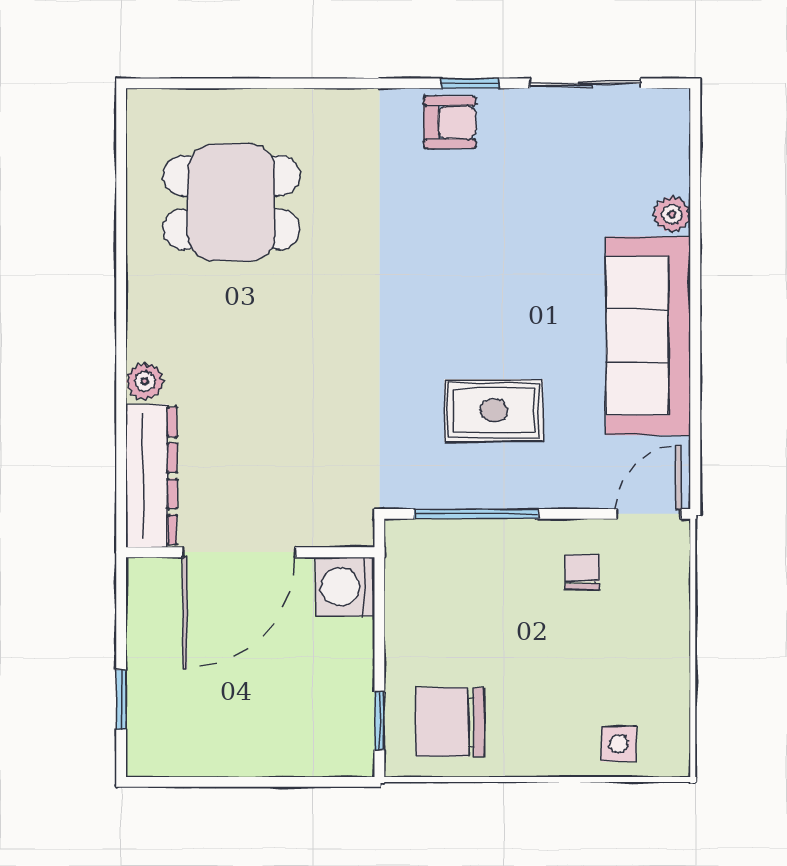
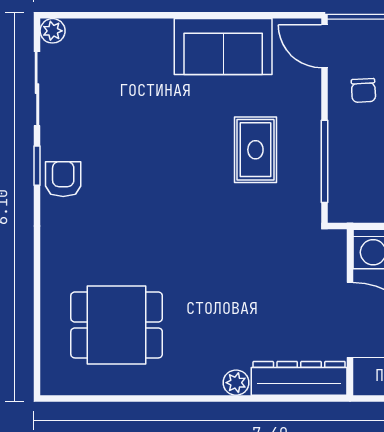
dining table: (231, 202) -> (117, 325), turned 90
plant: (672, 214) -> (53, 31), moved
sofa: (648, 336) -> (223, 47), width x0.73
chair: (583, 572) -> (363, 90), turned -93

